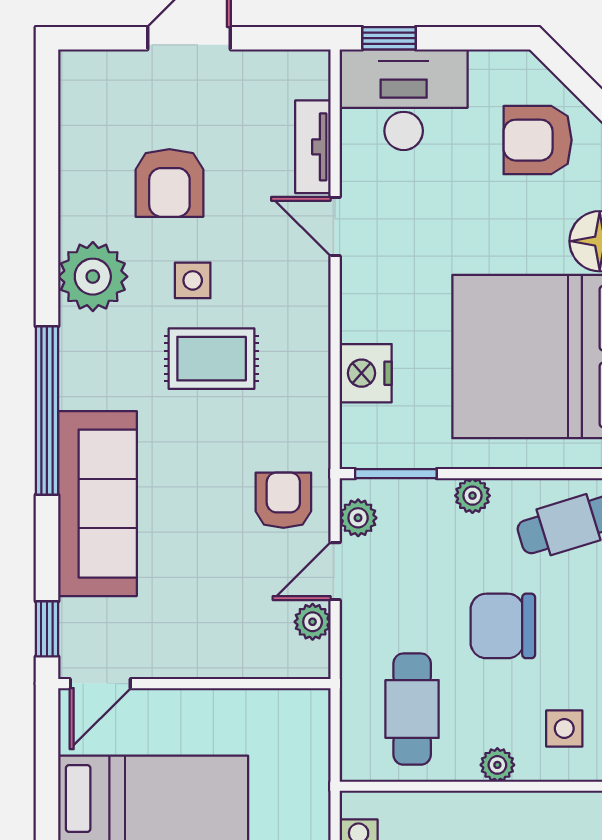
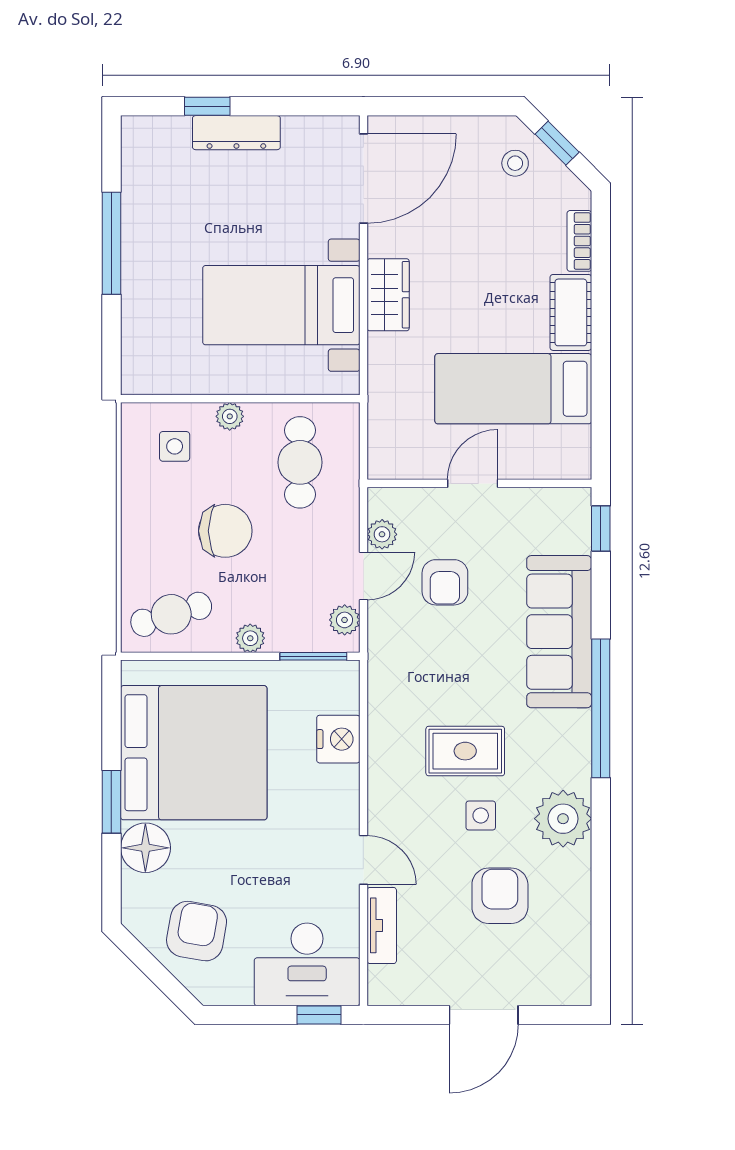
armchair: (538, 140) -> (197, 931), turned -80
armchair: (283, 500) -> (445, 582), moved
door: (100, 684) -> (473, 483), moved

